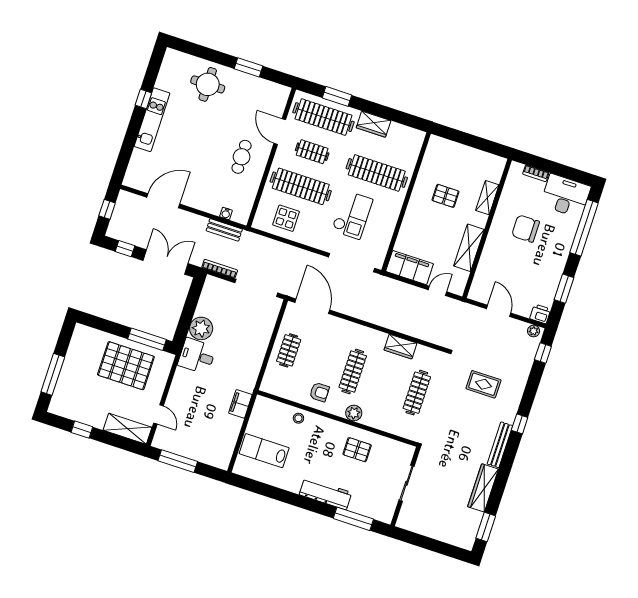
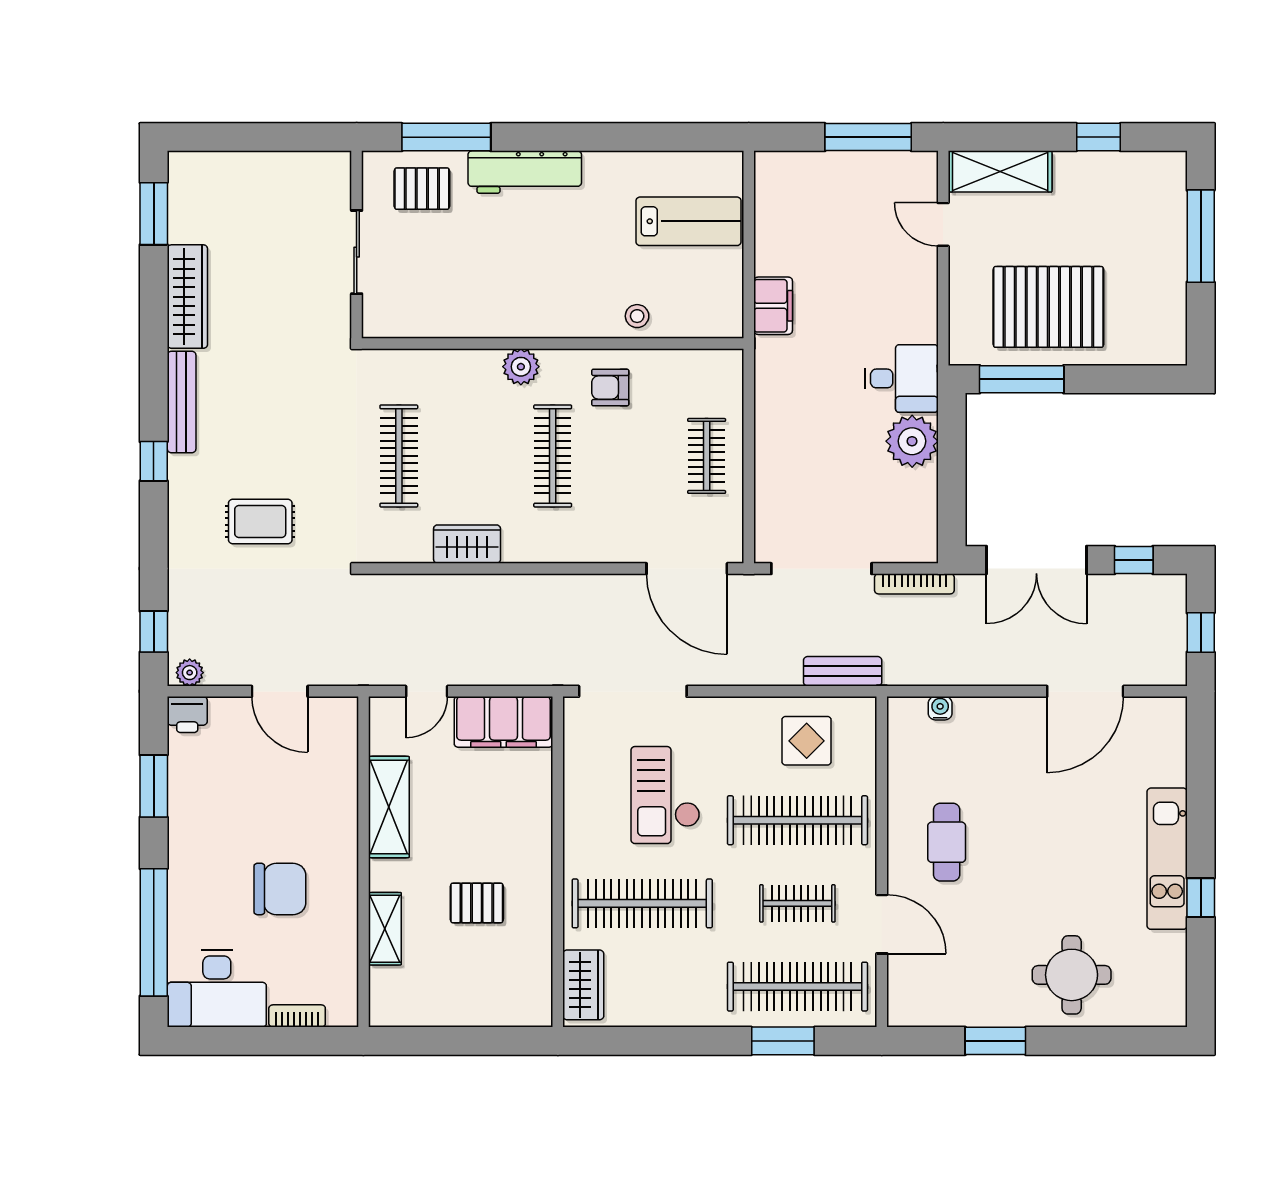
wardrobe: (374, 124) -> (583, 985), moved, turned 90
bench: (224, 230) -> (843, 671), moved
pallet: (357, 450) -> (422, 189), moved

